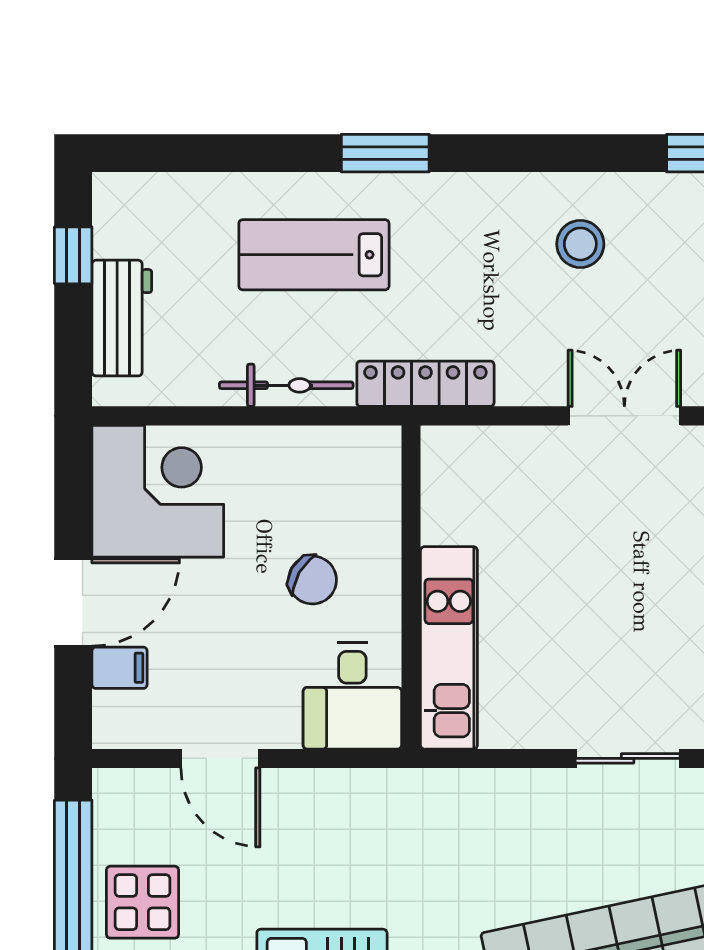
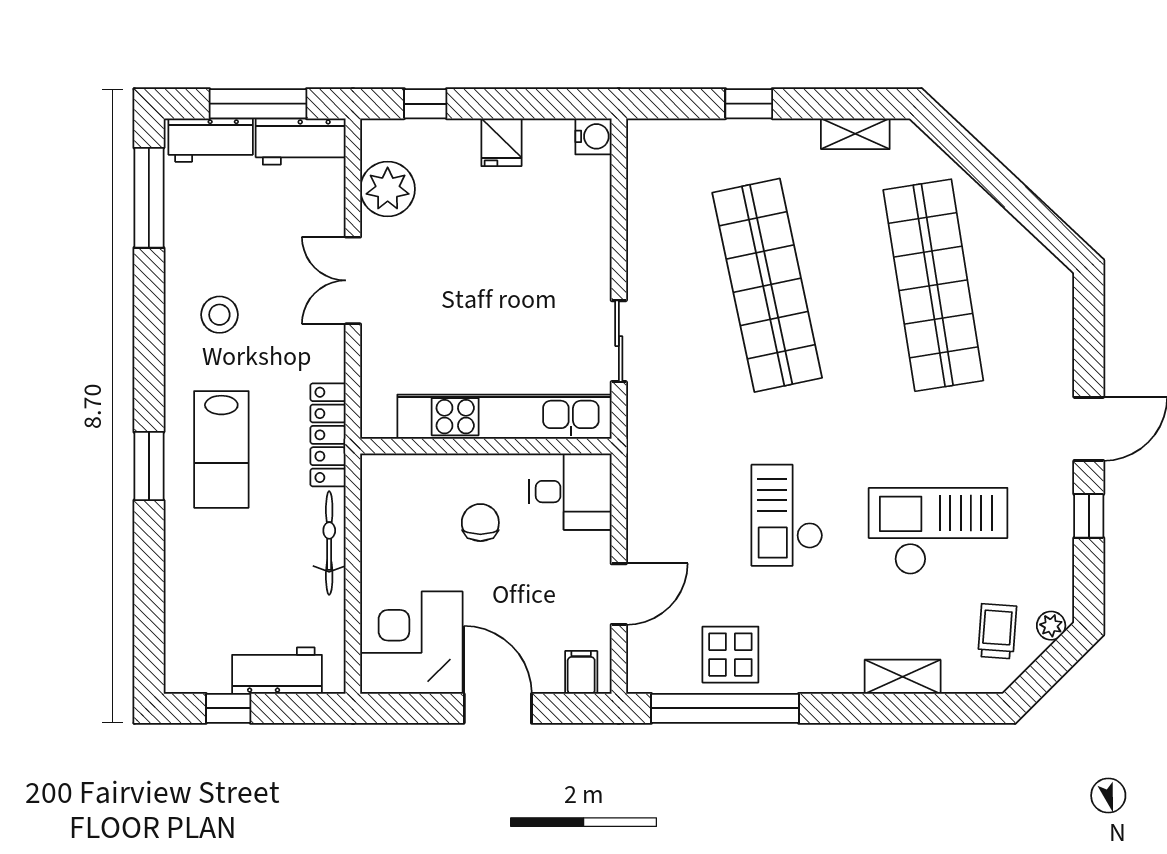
lab bench: (314, 255) -> (221, 449), moved
chair: (312, 580) -> (480, 523), turned -30
kitchen unit: (449, 648) -> (504, 417), width x1.36
filing cabinet: (120, 668) -> (581, 672), moved
sliding door: (628, 758) -> (619, 341), moved

